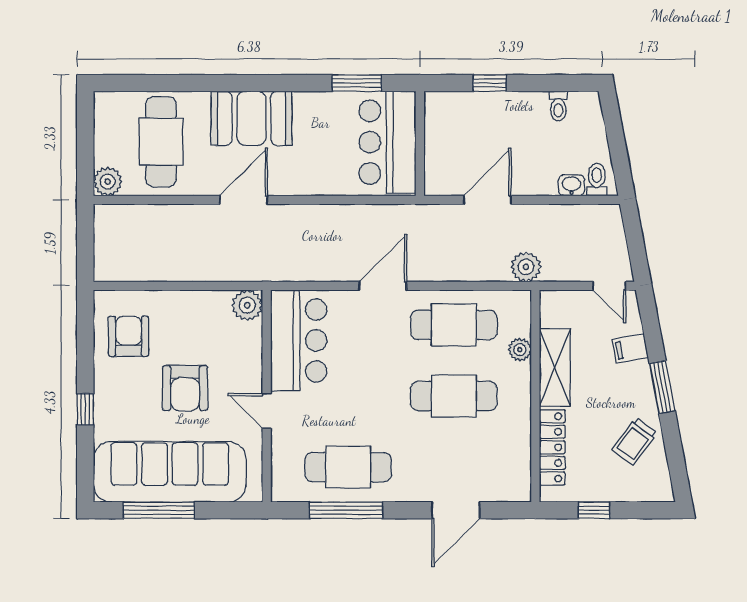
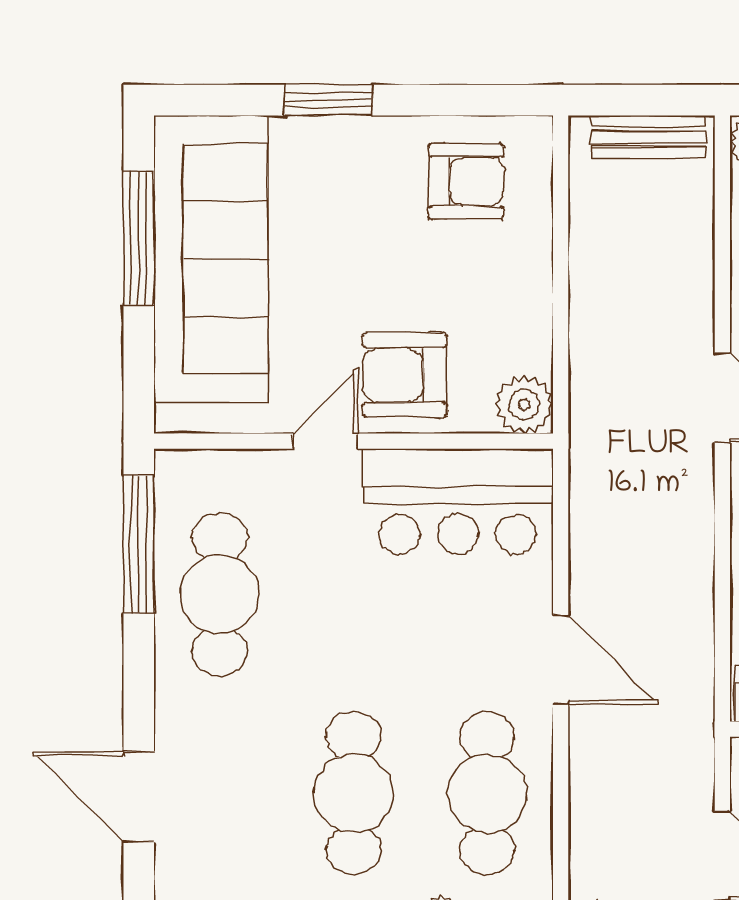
bench: (105, 239) -> (648, 137), added
armchair: (185, 388) -> (405, 375), moved
window: (85, 409) -> (329, 100), width x1.50
window: (346, 510) -> (139, 544), moved

